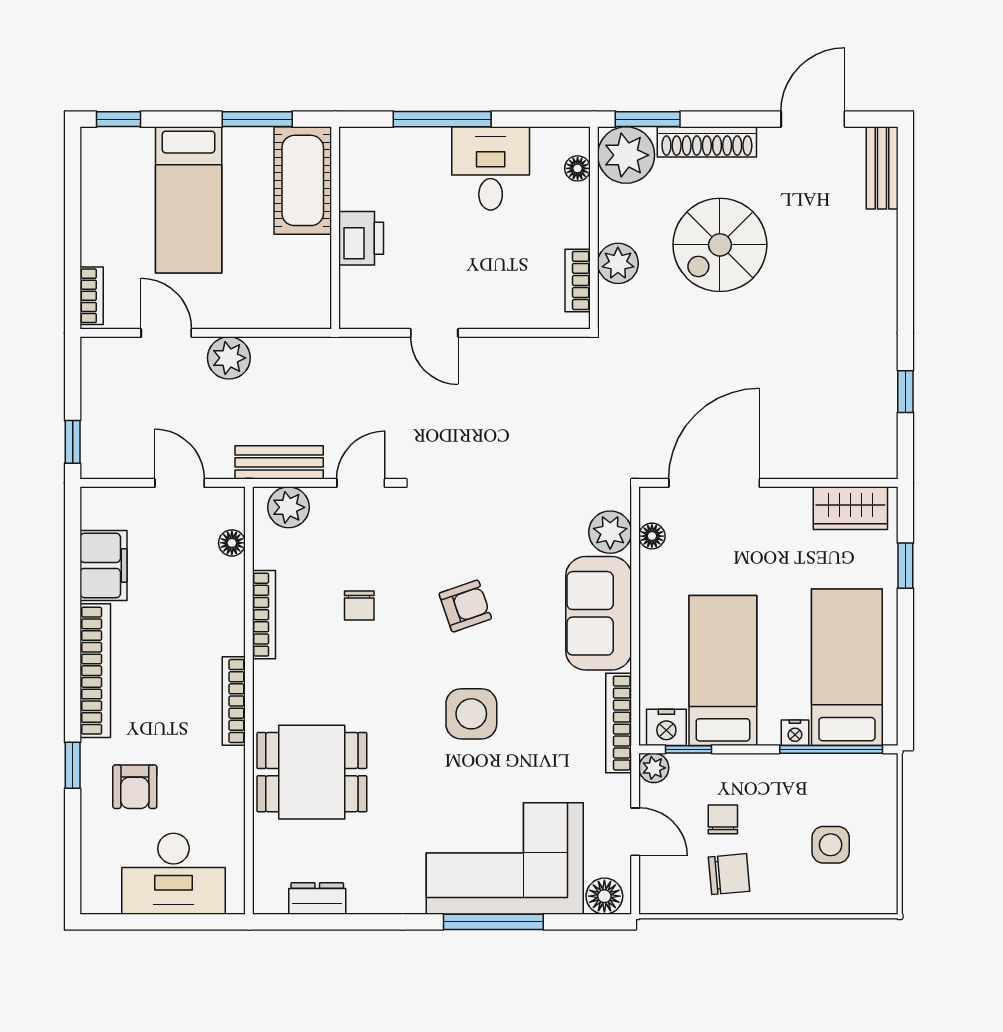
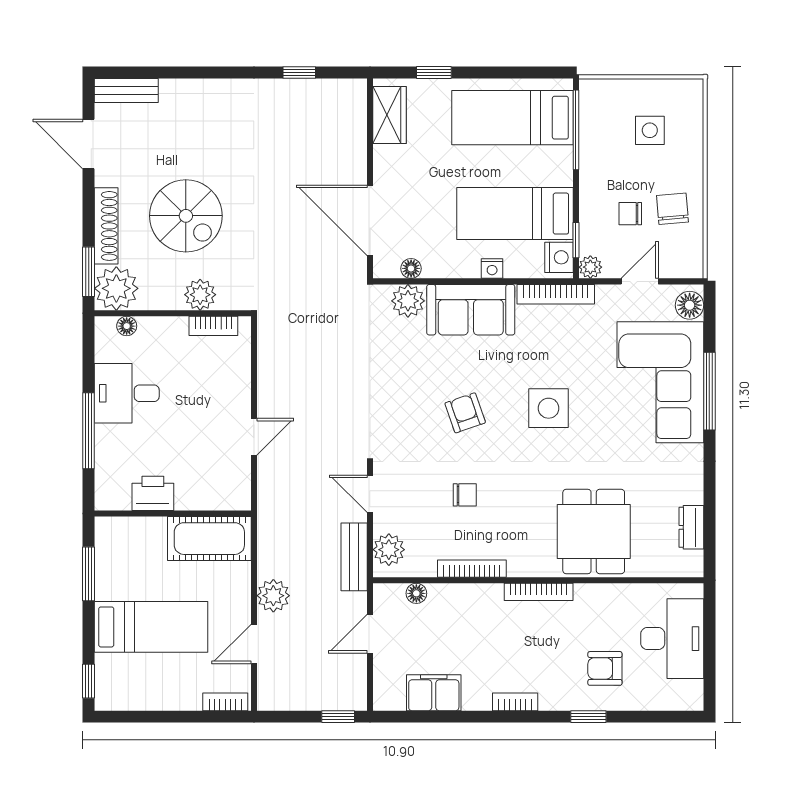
cot: (303, 180) -> (209, 539), moved
printer: (361, 238) -> (153, 493), moved
bookcase: (95, 671) -> (515, 702), width x0.43, depth x0.76
nightstand: (795, 733) -> (492, 269), moved, turned 90
armchair: (135, 787) -> (605, 668), turned 180

